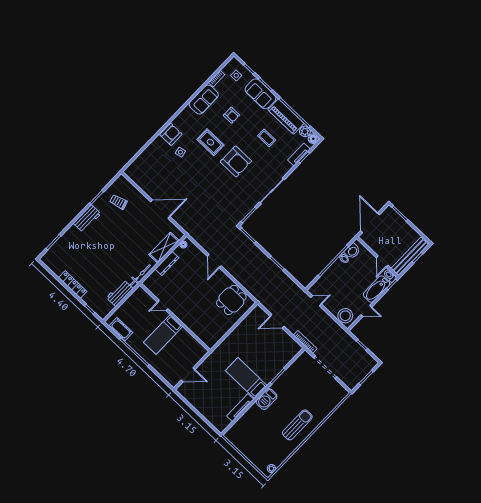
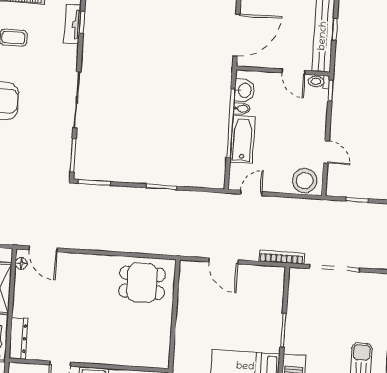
door: (370, 223) -> (236, 35), swing flipped
door: (214, 261) -> (43, 249), moved
dresser: (167, 263) -> (18, 338), moved
bathtub: (377, 289) -> (242, 139), moved, turned 180
dining table: (231, 300) -> (142, 283), turned 90
door: (366, 311) -> (326, 152), hinge flipped
door: (277, 321) -> (223, 261), hinge flipped

